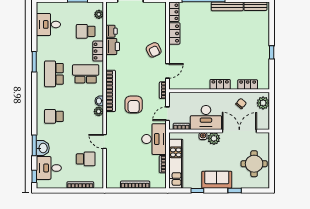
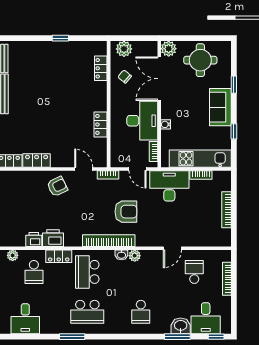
locker: (220, 84) -> (101, 124), moved
plant: (214, 138) -> (169, 49), moved

